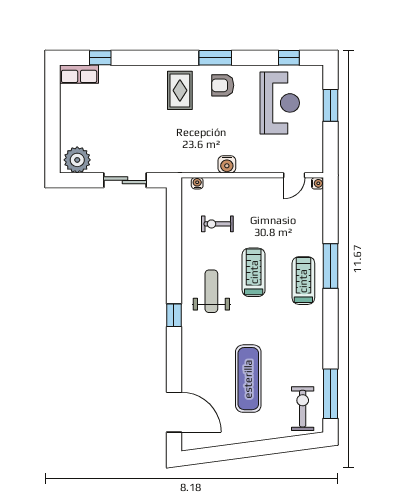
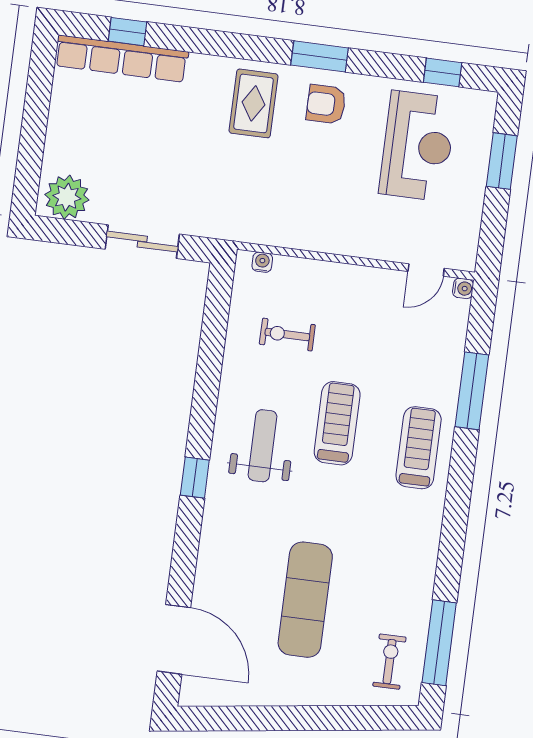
row of seats: (79, 74) -> (122, 59), width x2.02
water cooler: (227, 164) -> (316, 237), removed
window: (330, 266) -> (472, 391), moved
exercise bike: (303, 409) -> (390, 662), width x0.73, depth x0.72

